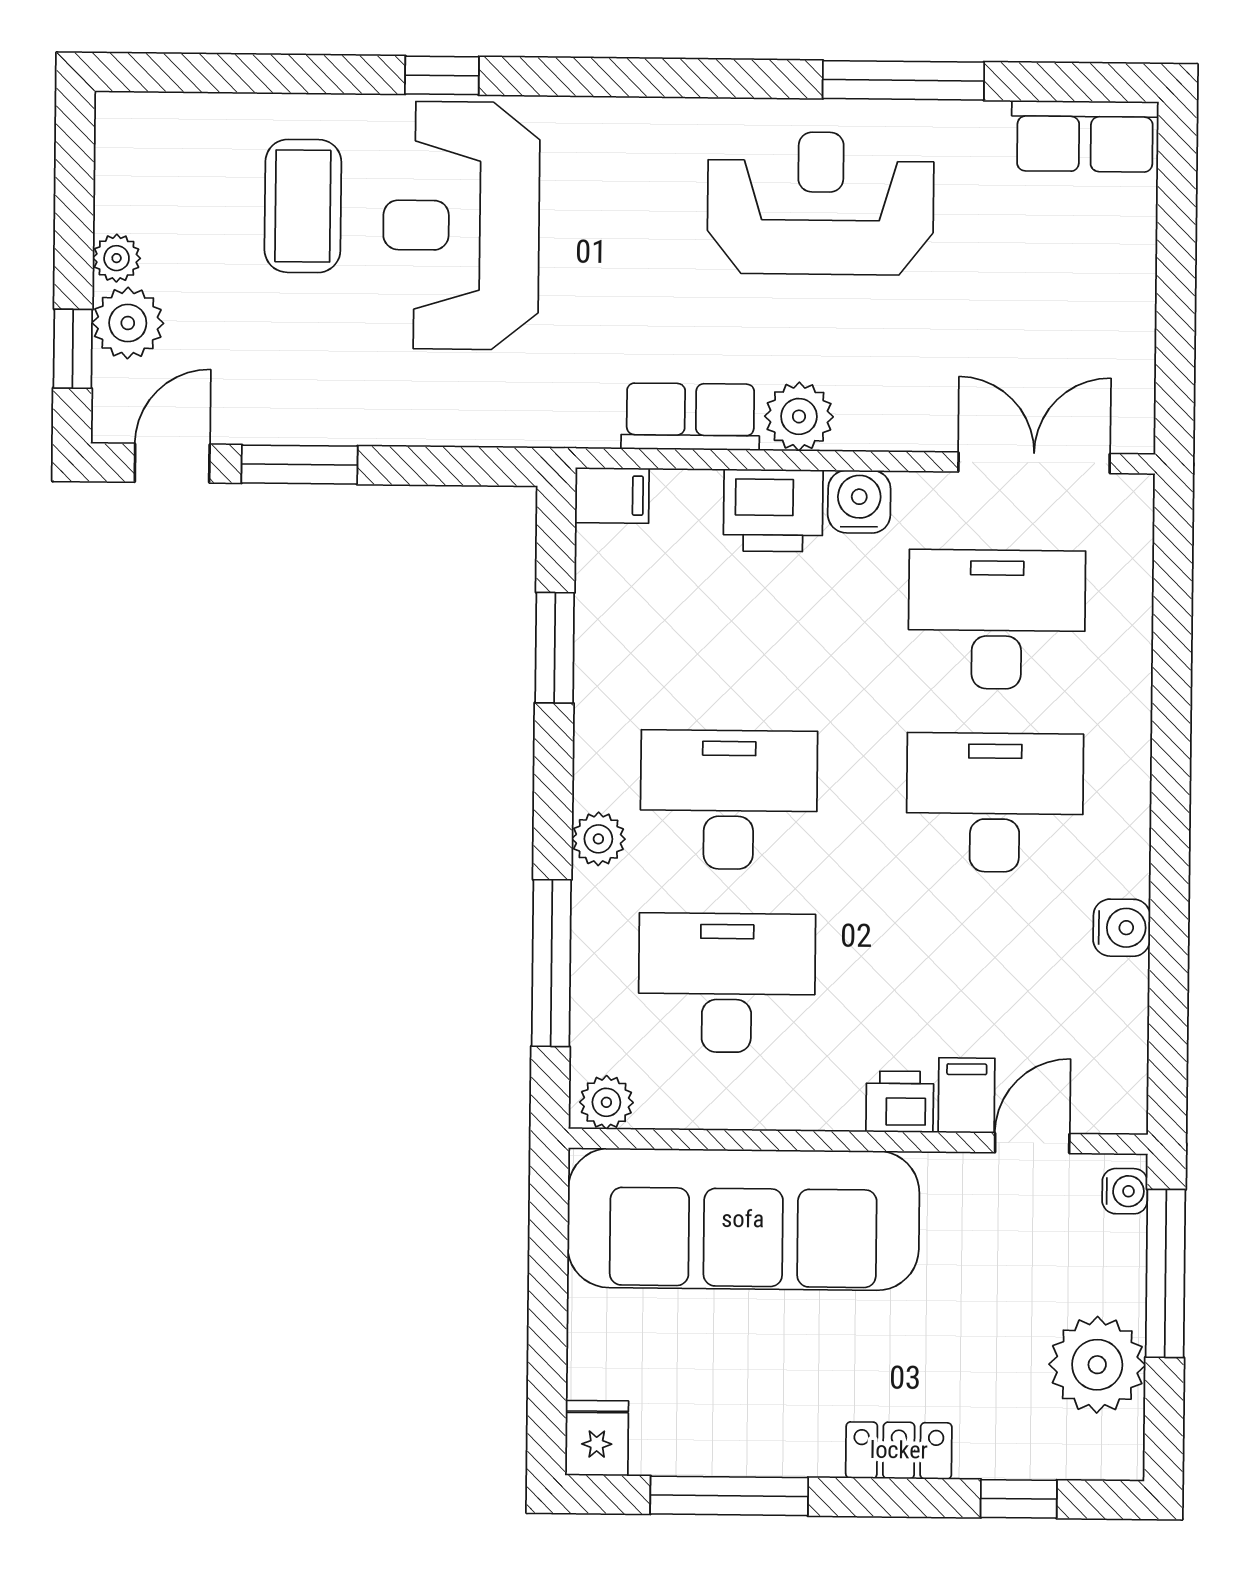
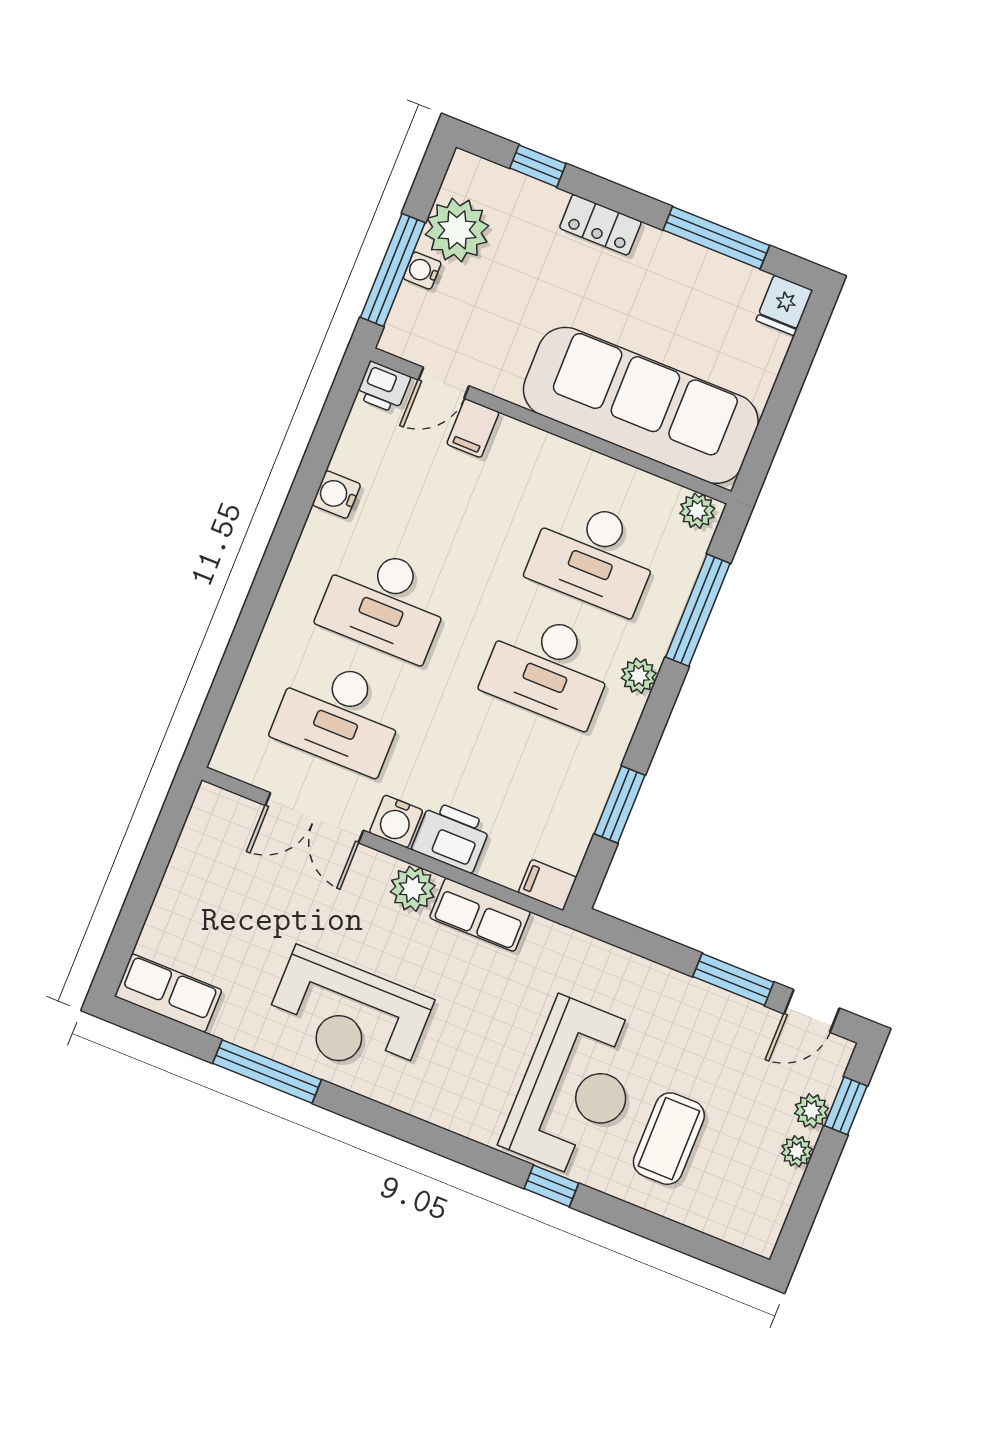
plant: (128, 323) -> (811, 1111), width x0.73, depth x0.73
double door: (1034, 463) -> (314, 818), moved
printer: (900, 1102) -> (383, 387), moved
water cooler: (1125, 1191) -> (422, 271), moved

